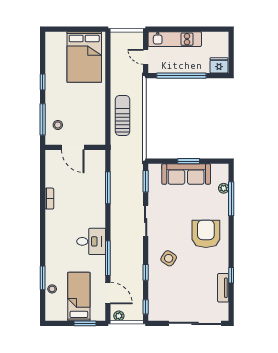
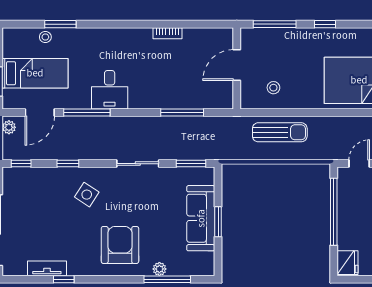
stool: (58, 125) -> (273, 88), moved
plant: (224, 188) -> (159, 269), moved
armchair: (206, 234) -> (120, 245), turned -90

